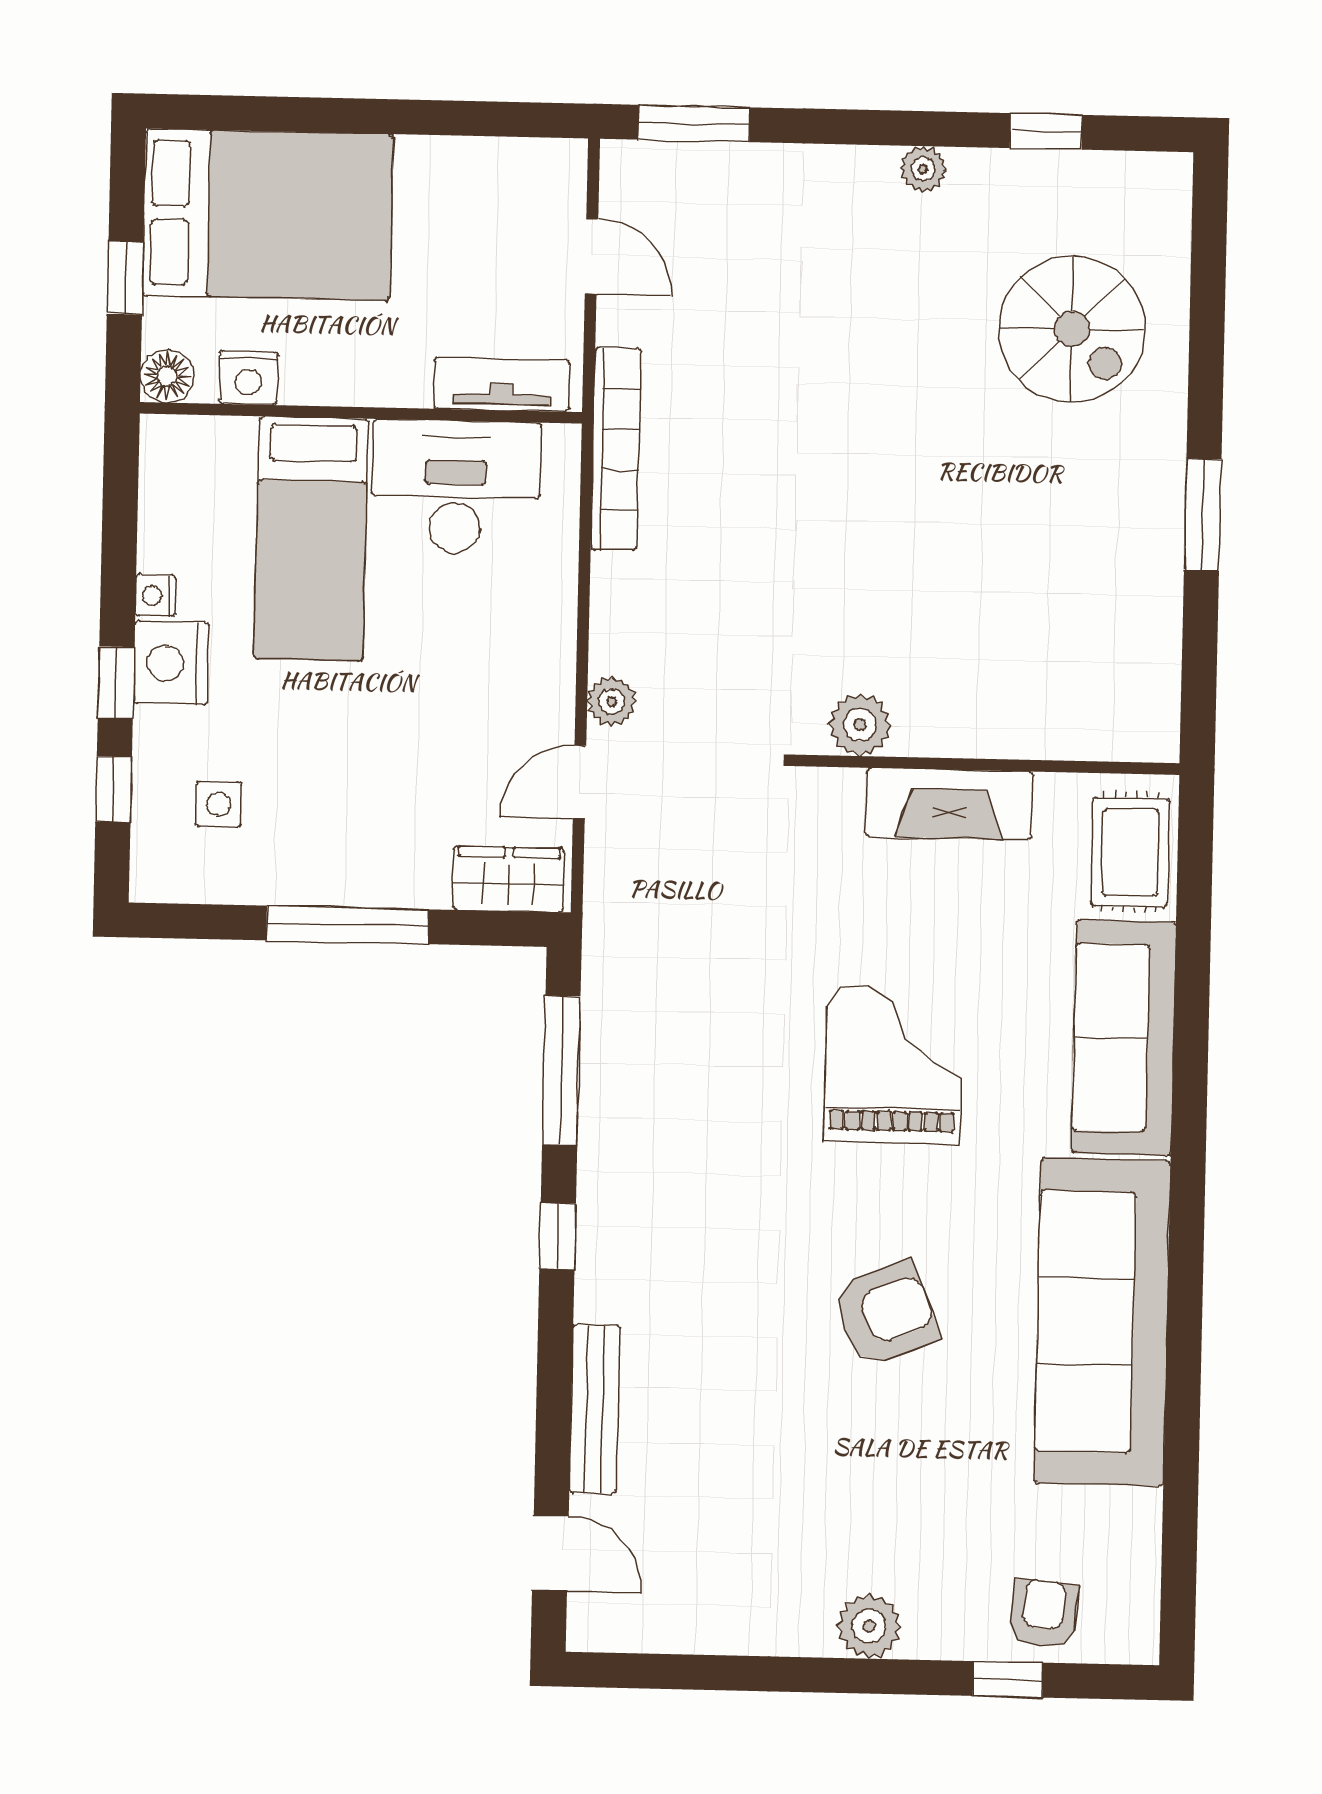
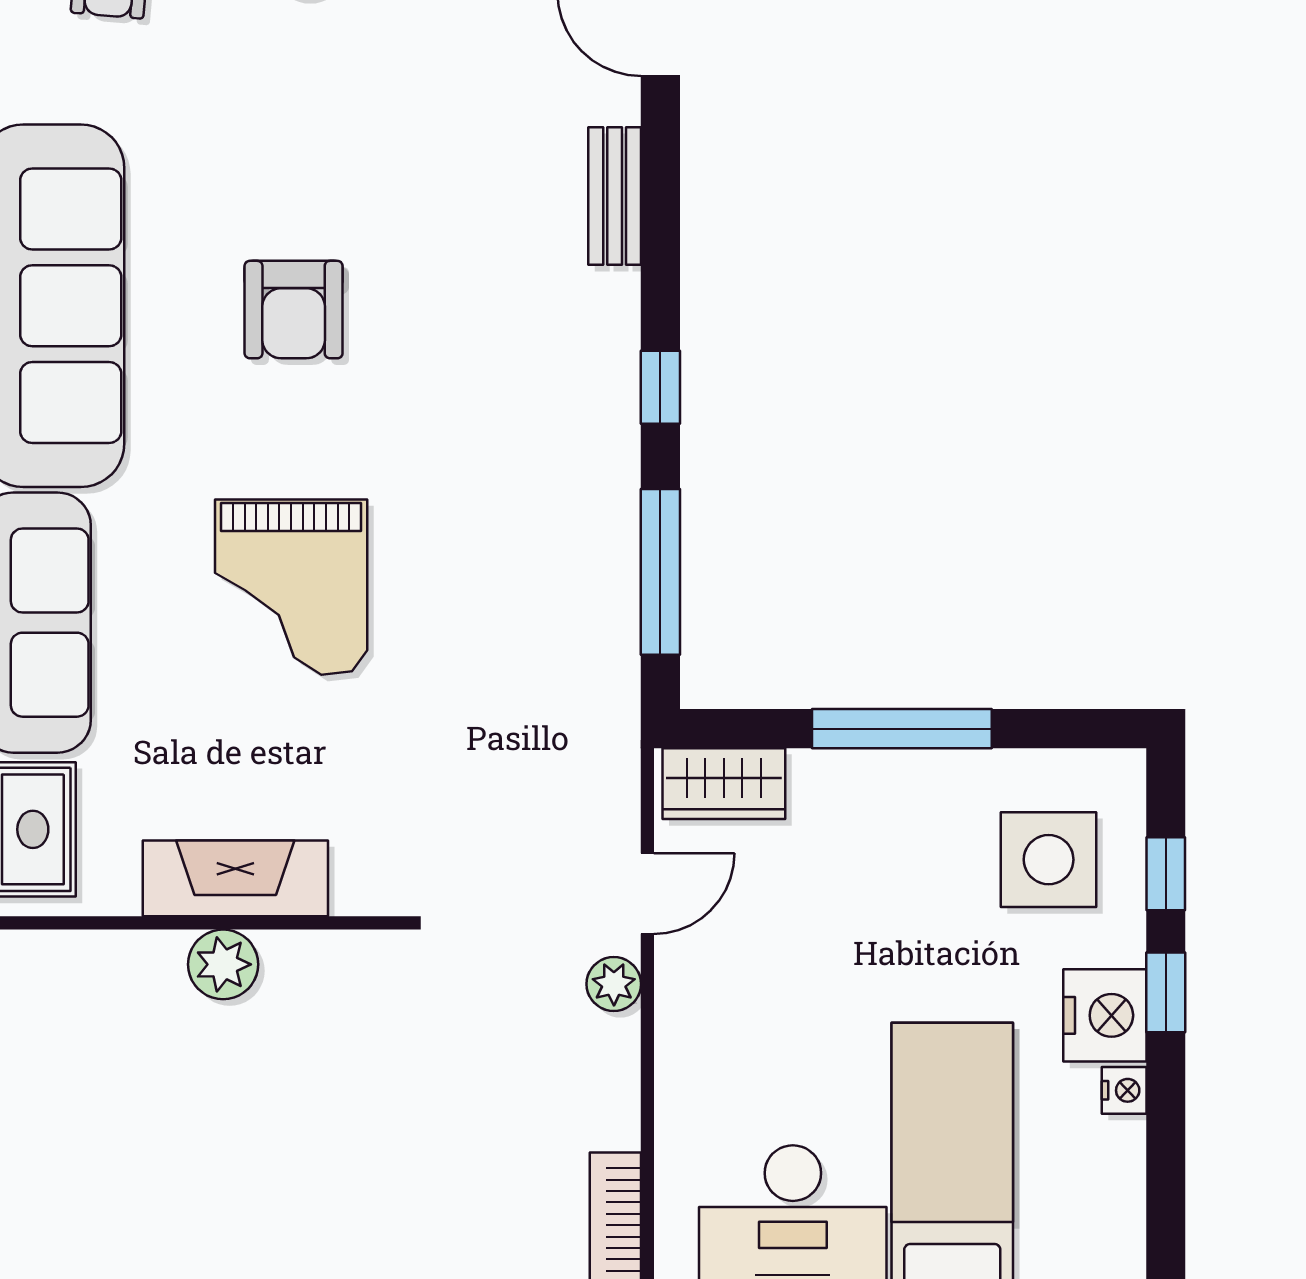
plant: (860, 725) -> (223, 964), moved
side table: (219, 804) -> (1049, 860), width x1.87, depth x1.87
armchair: (885, 1314) -> (294, 310), turned -68
bench: (595, 1409) -> (615, 196), width x0.73

